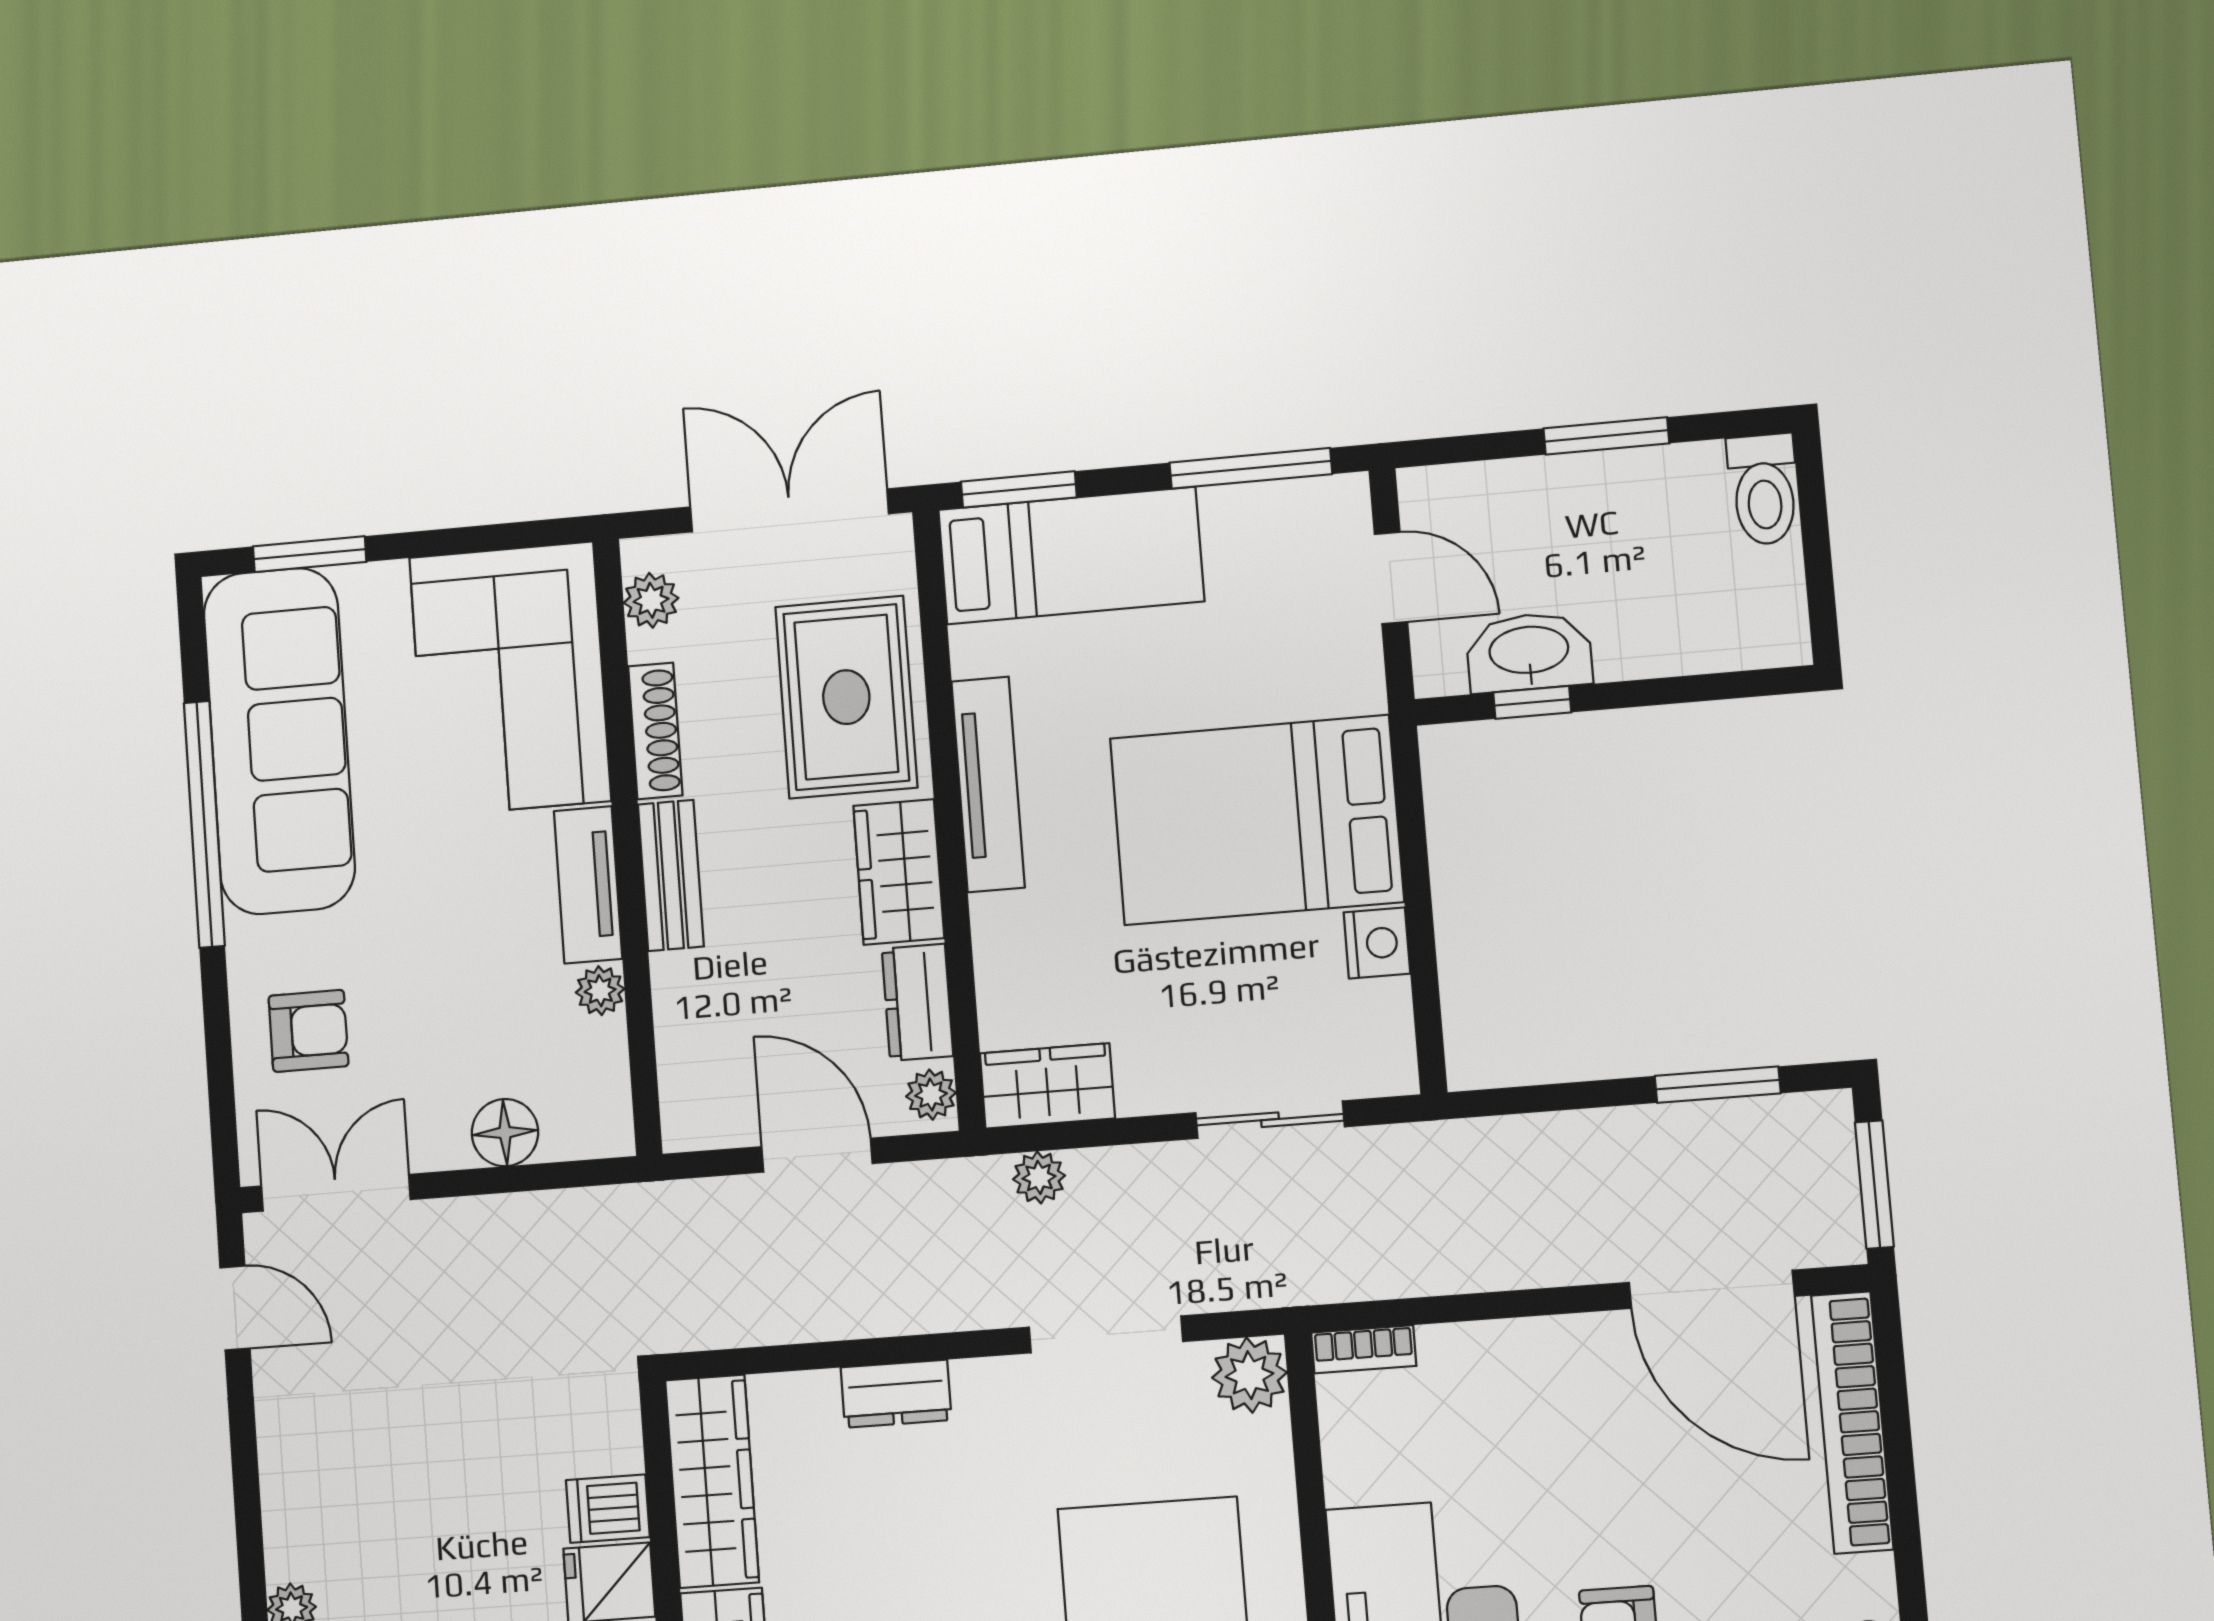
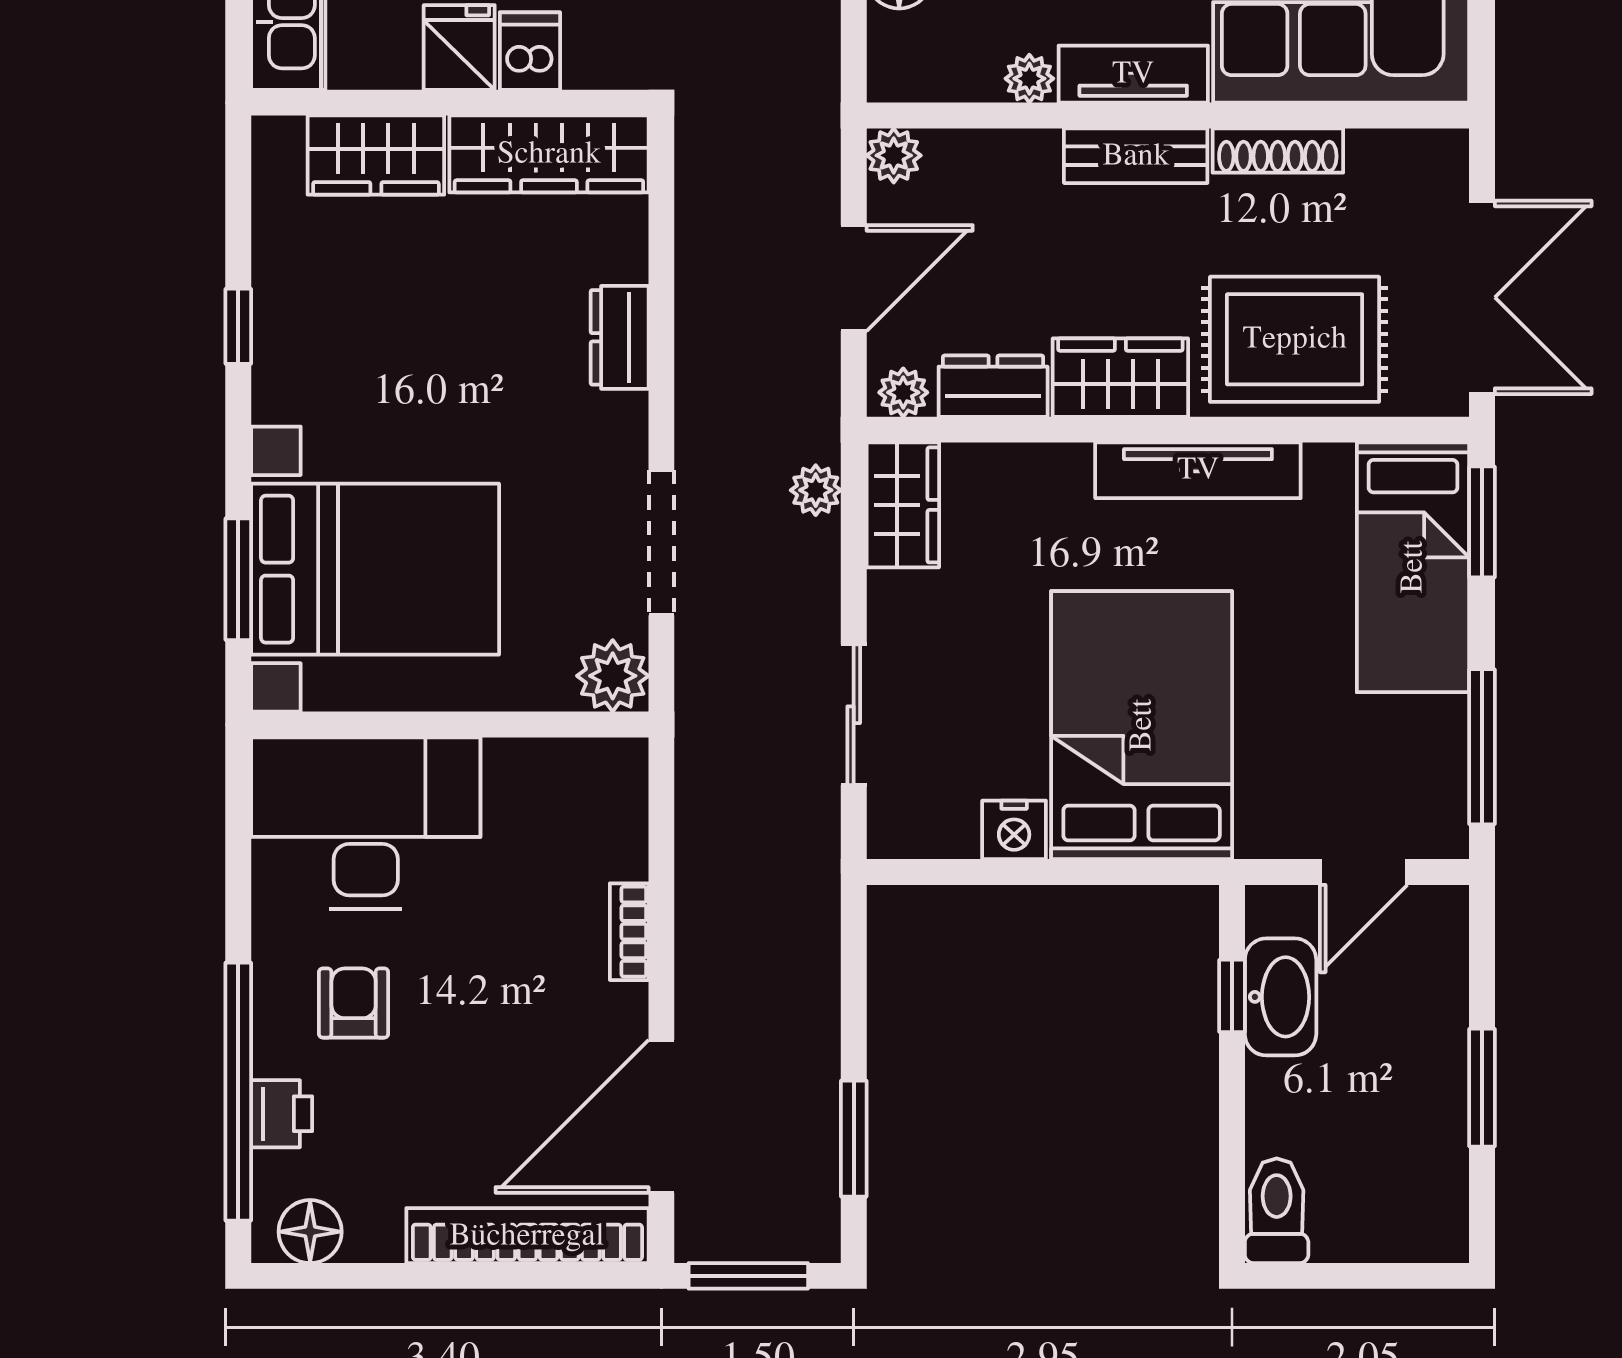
toilet: (1764, 489) -> (1277, 1211), moved, turned 90
plant: (651, 600) -> (894, 155), moved
bookcase: (1364, 1349) -> (629, 932), moved

